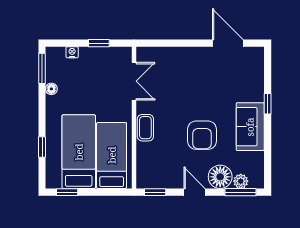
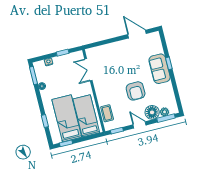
double door: (134, 81) -> (88, 70), swing flipped
sofa: (250, 127) -> (160, 69), moved
coffee table: (145, 128) -> (107, 113), moved

